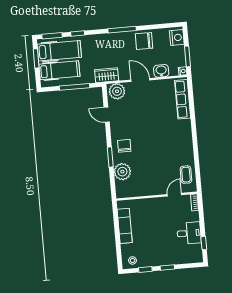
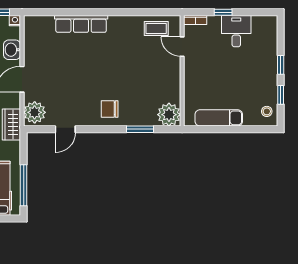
window: (74, 87) -> (24, 185), moved
row of seats: (183, 99) -> (81, 24), moved
window: (110, 157) -> (140, 129), moved
plant: (122, 172) -> (169, 115), moved
window: (204, 243) -> (223, 12), moved

